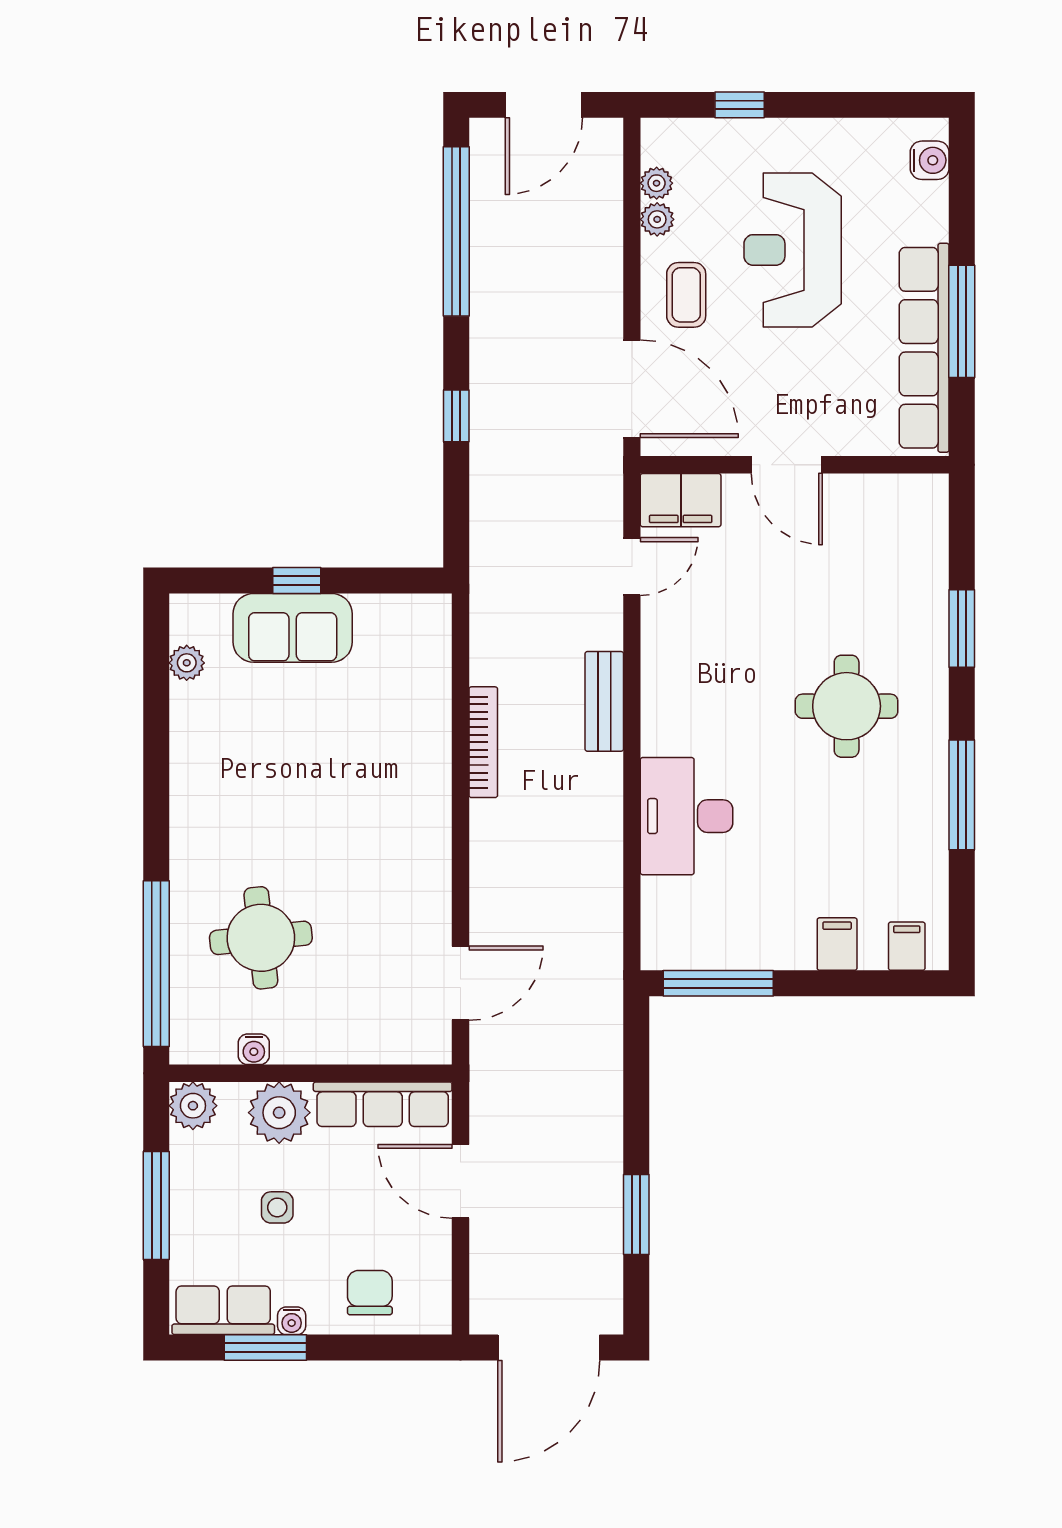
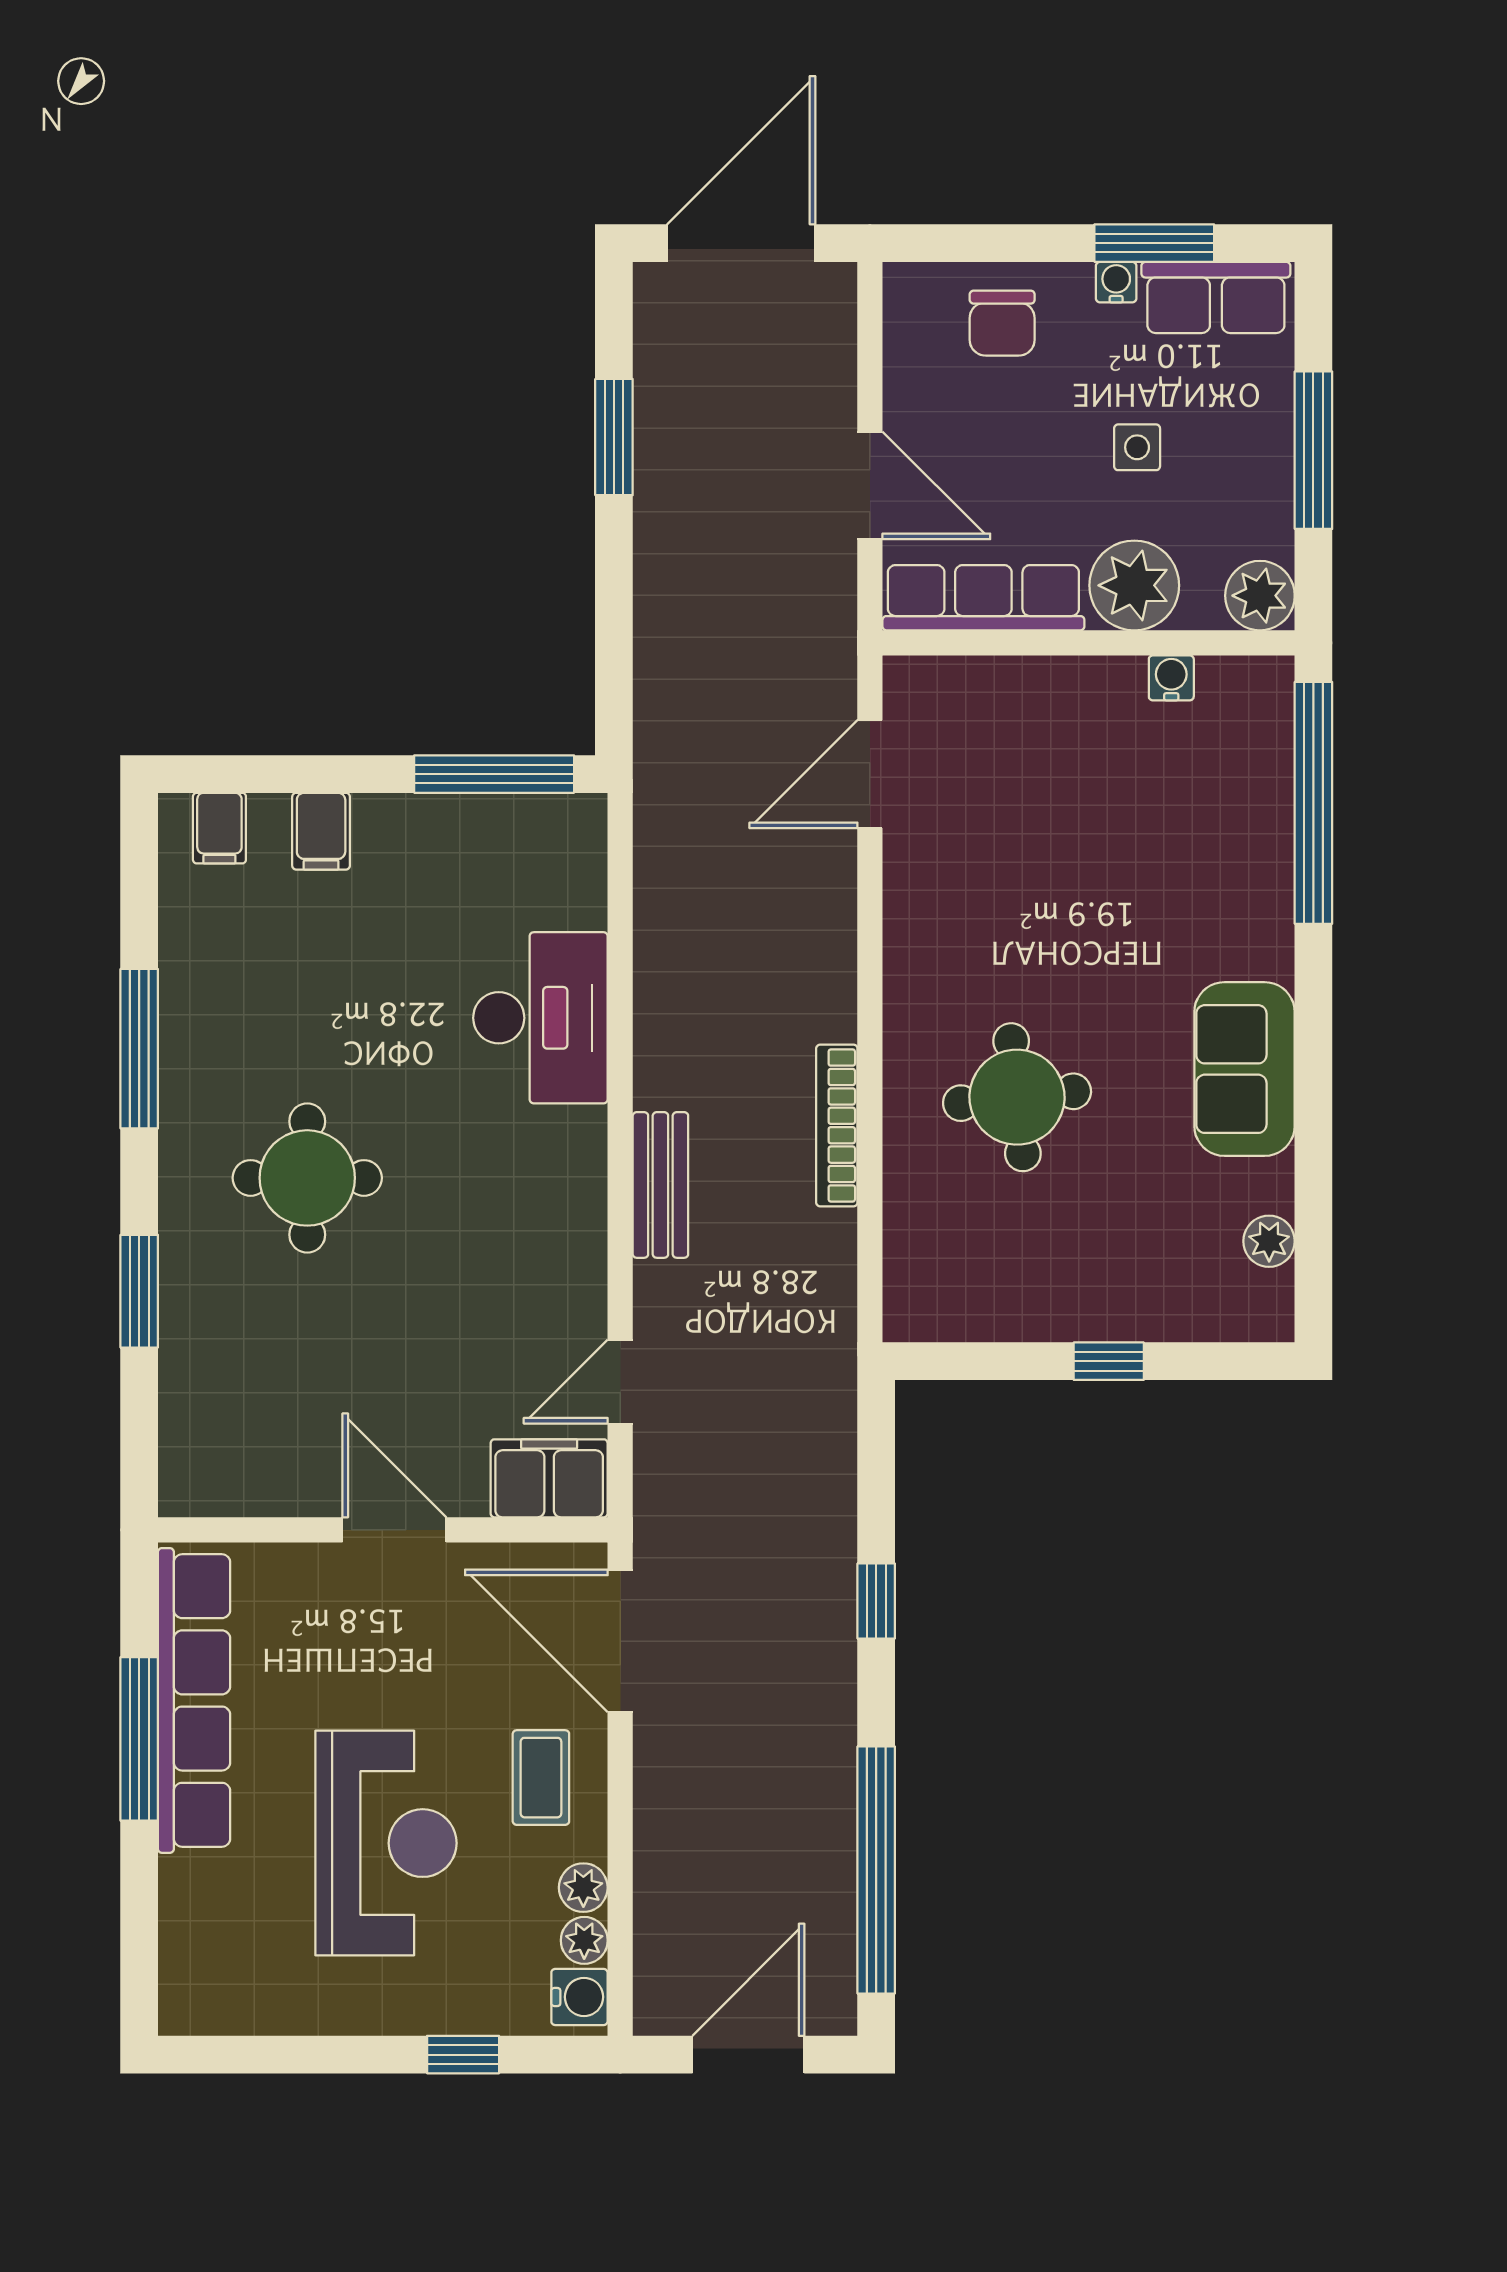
water cooler: (930, 160) -> (579, 1997), moved, turned 180
sofa: (293, 628) -> (1244, 1069), moved, turned -90
round table: (261, 938) -> (1017, 1097), moved

